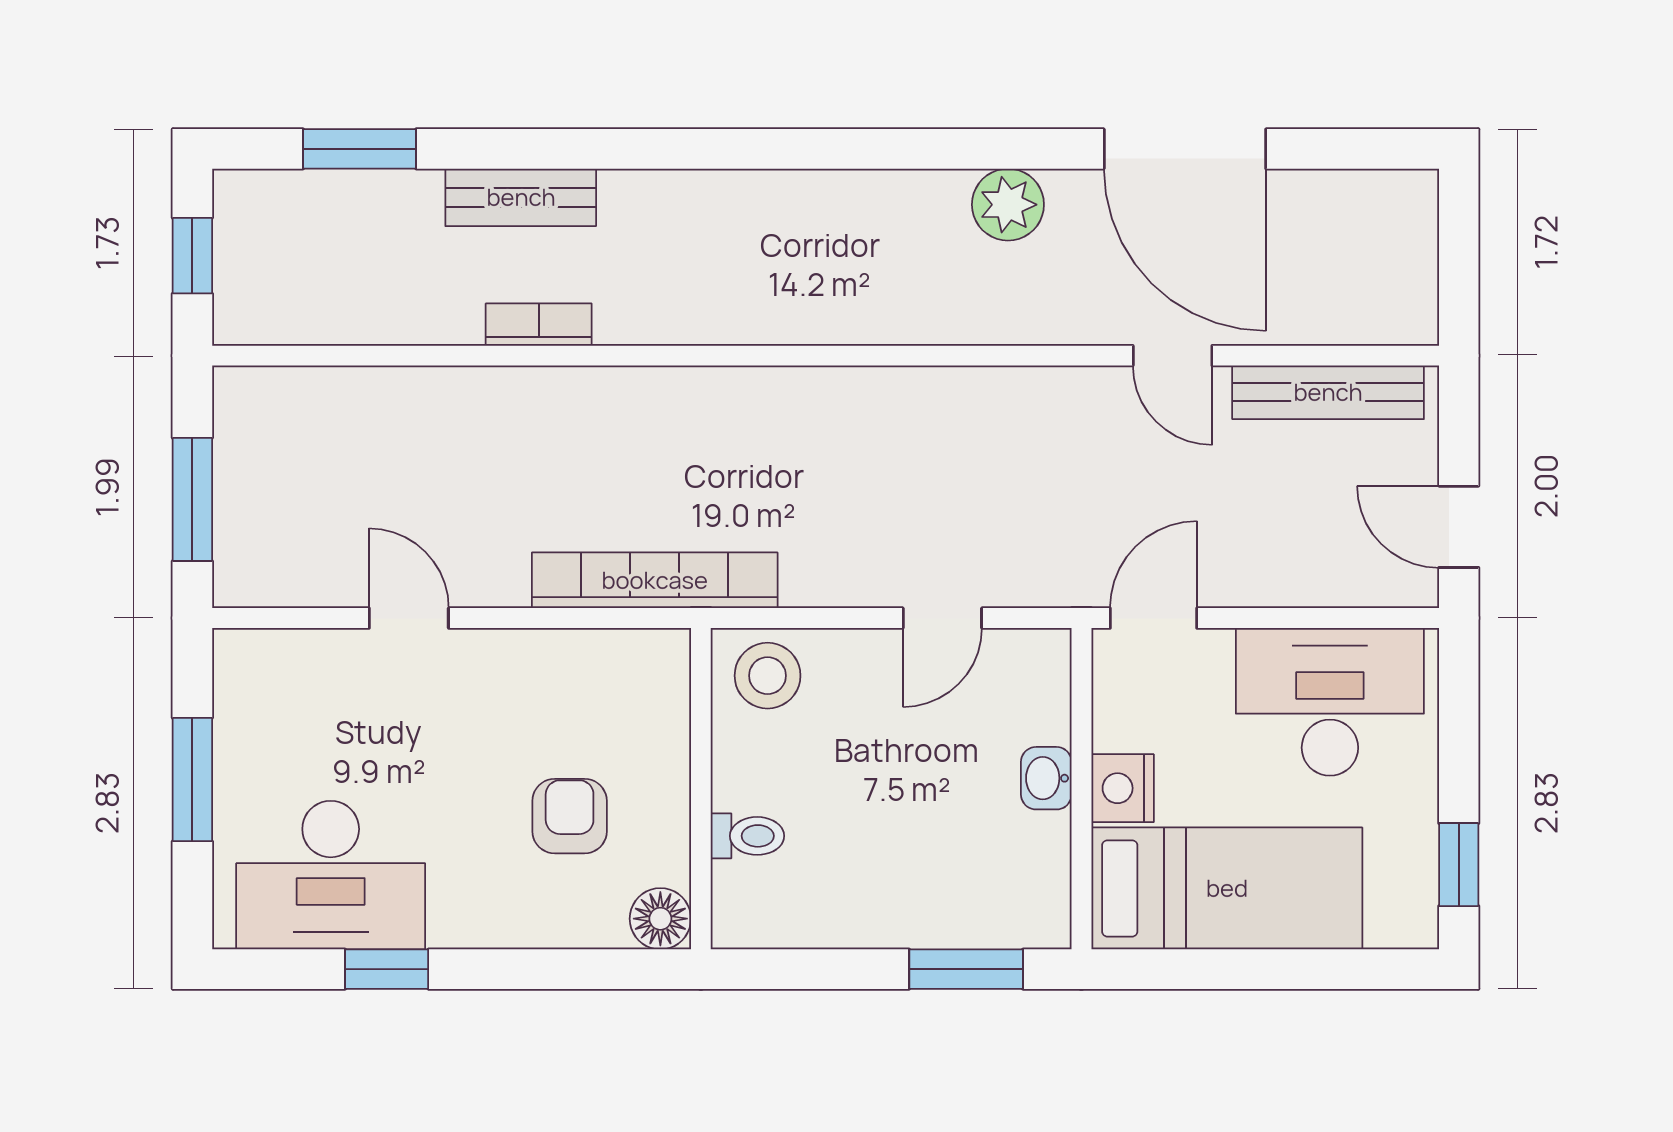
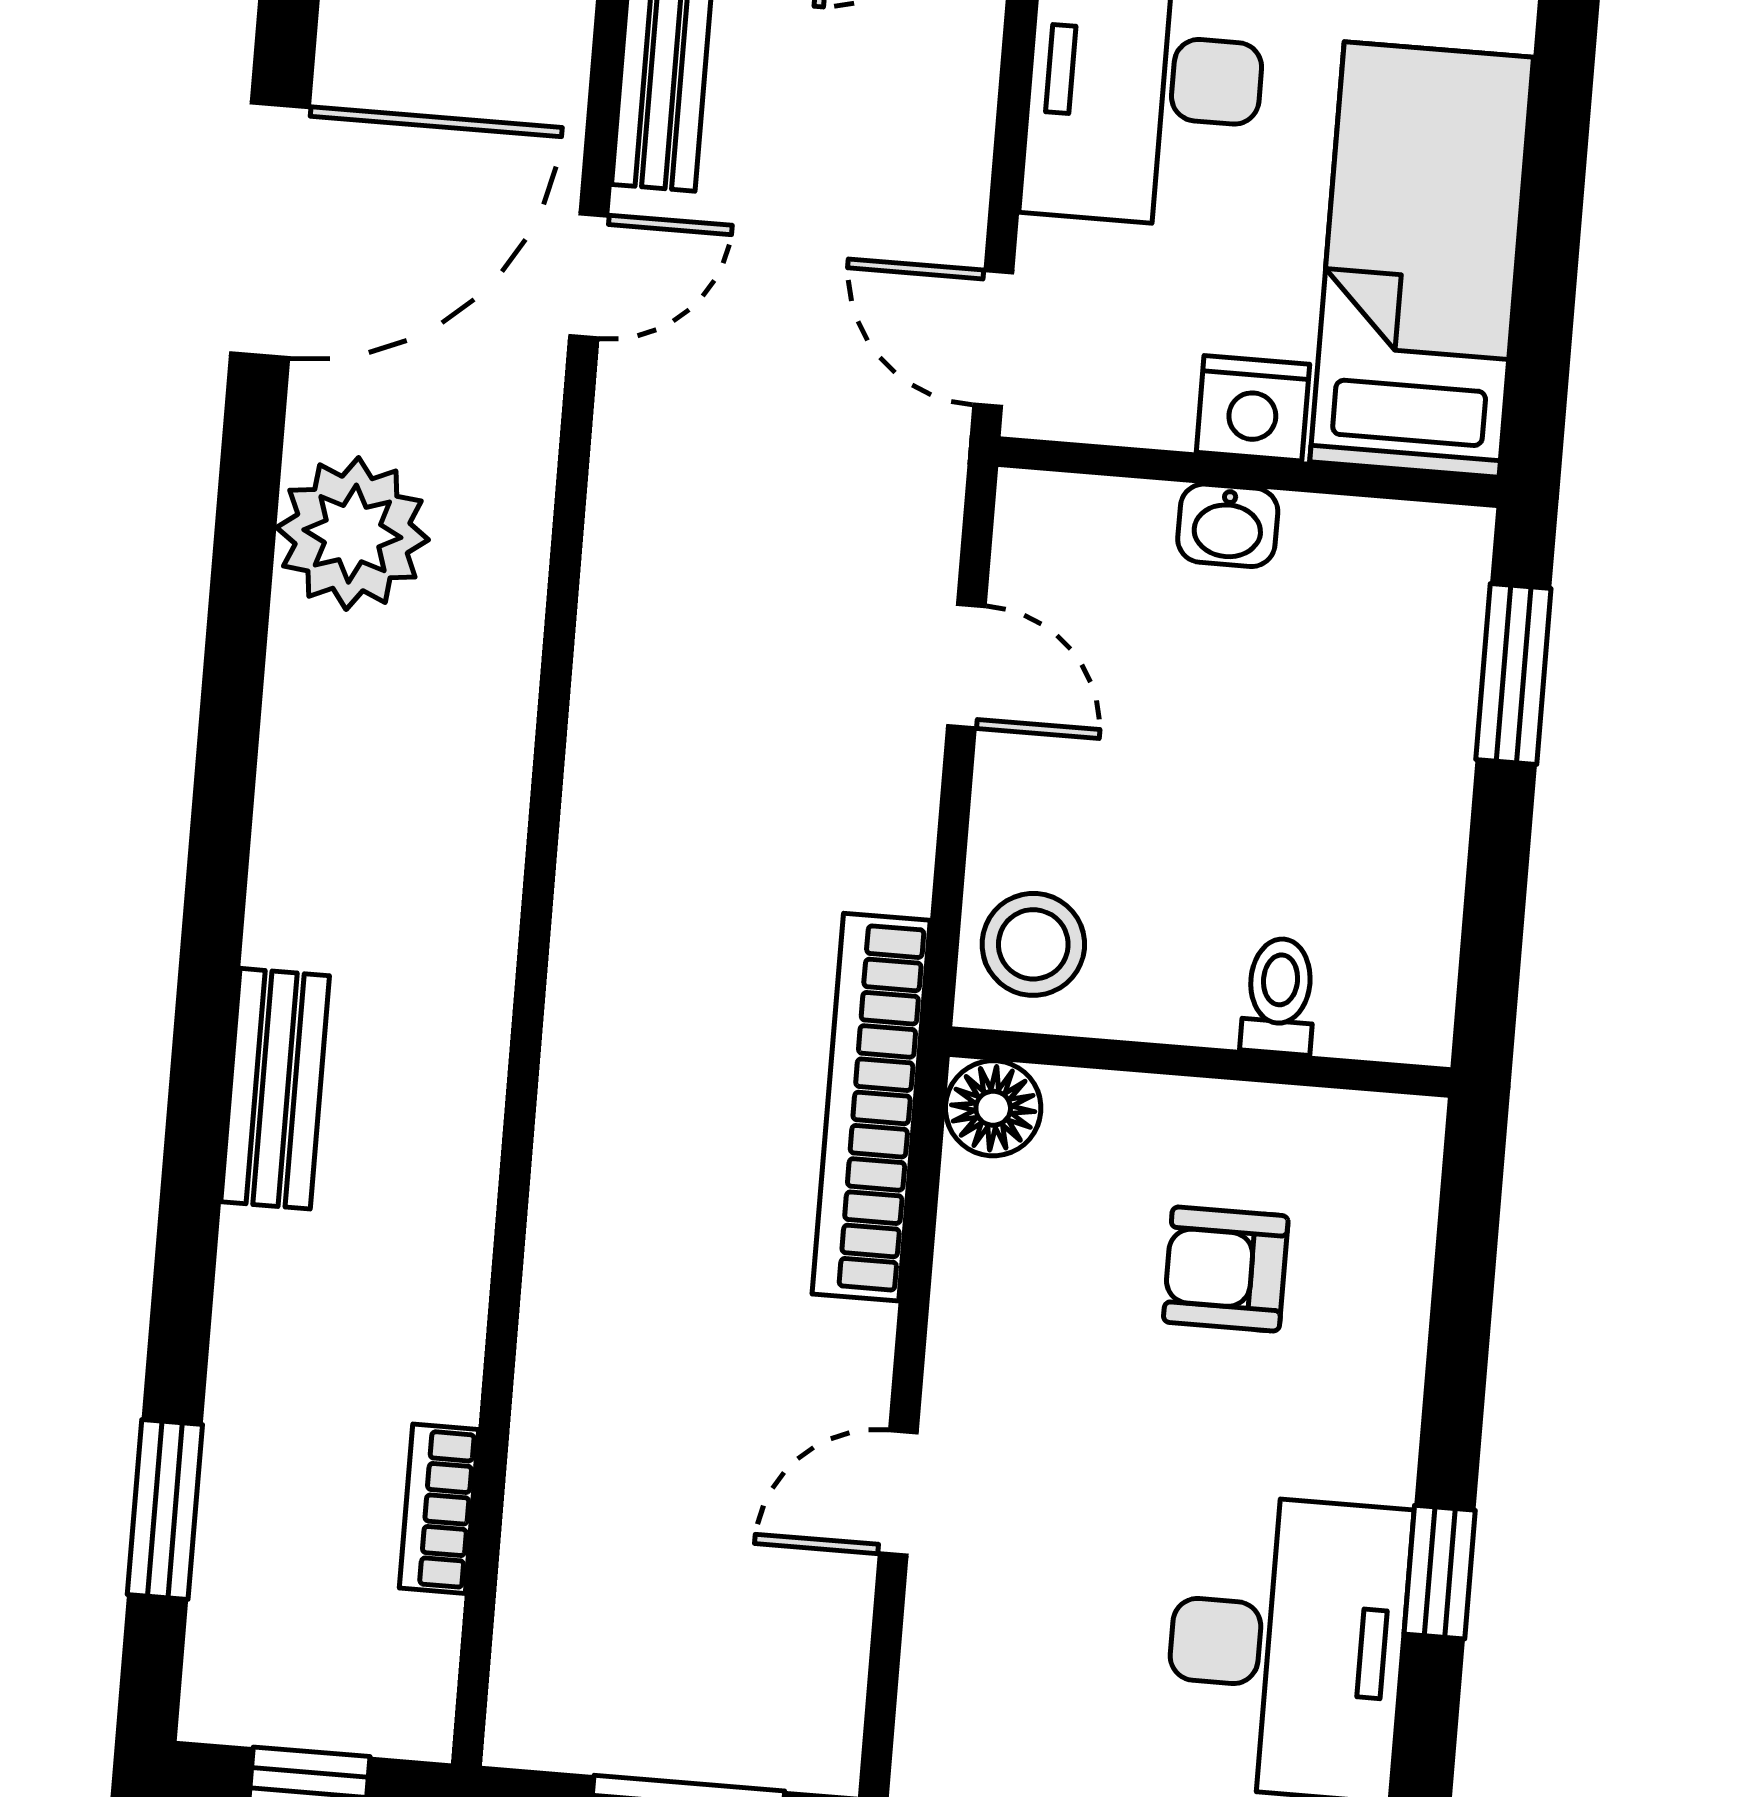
bench: (521, 197) -> (275, 1089), moved
plant: (1008, 205) -> (352, 534), width x1.36, depth x1.36
bookcase: (539, 325) -> (439, 1509), moved
floor lamp: (660, 919) -> (993, 1108), moved

